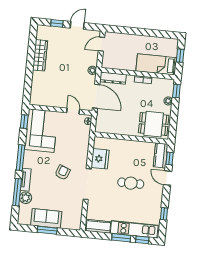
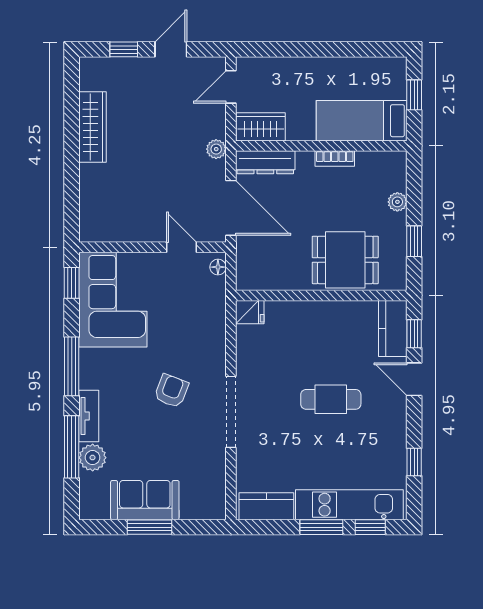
wardrobe: (113, 63) -> (261, 127), added
window: (176, 91) -> (414, 241), moved
dining table: (154, 124) -> (345, 260), moved
fridge: (100, 159) -> (250, 312), moved, width x0.53, depth x0.75

